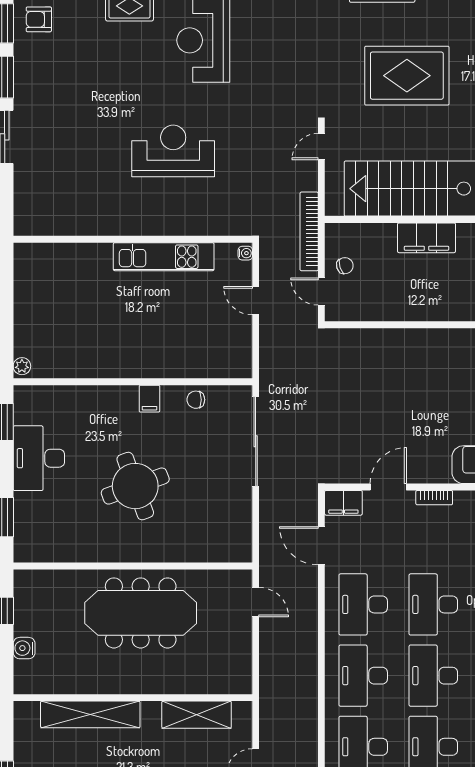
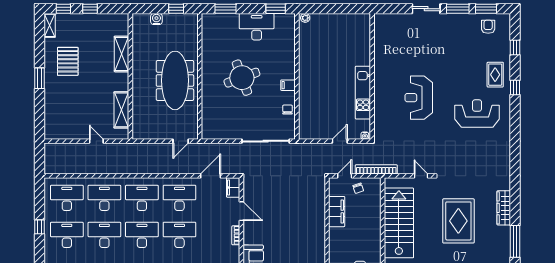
reception desk: (173, 151) -> (419, 98), turned 180
filing cabinet: (426, 238) -> (337, 212), moved, turned 180
shelving: (90, 714) -> (121, 54), width x0.68

